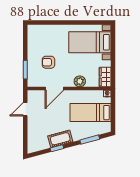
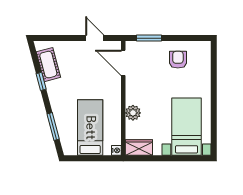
armchair: (48, 62) -> (178, 60), moved
door: (54, 88) -> (123, 63), moved
cot: (60, 139) -> (48, 65), moved

